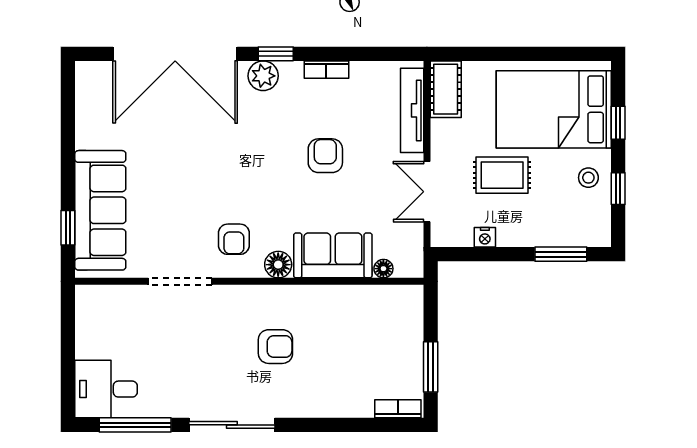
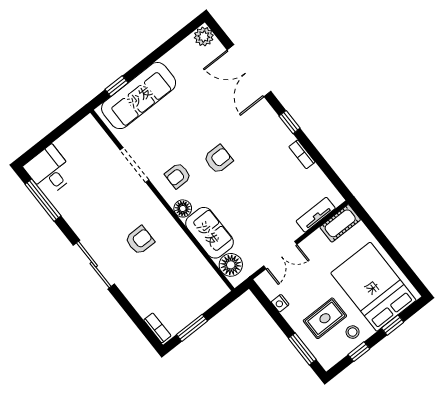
double door: (175, 54) -> (249, 71), width x0.73
plant: (263, 76) -> (204, 37), moved
tv unit: (412, 110) -> (316, 215), width x0.71
armchair: (325, 156) -> (218, 159), moved
rug: (502, 175) -> (325, 318), moved, turned 90
double door: (427, 192) -> (280, 255), swing flipped
floor lamp: (383, 269) -> (231, 265), width x1.89, depth x1.89
armchair: (275, 347) -> (140, 240), turned -90
sliding door: (232, 425) -> (94, 265), moved

